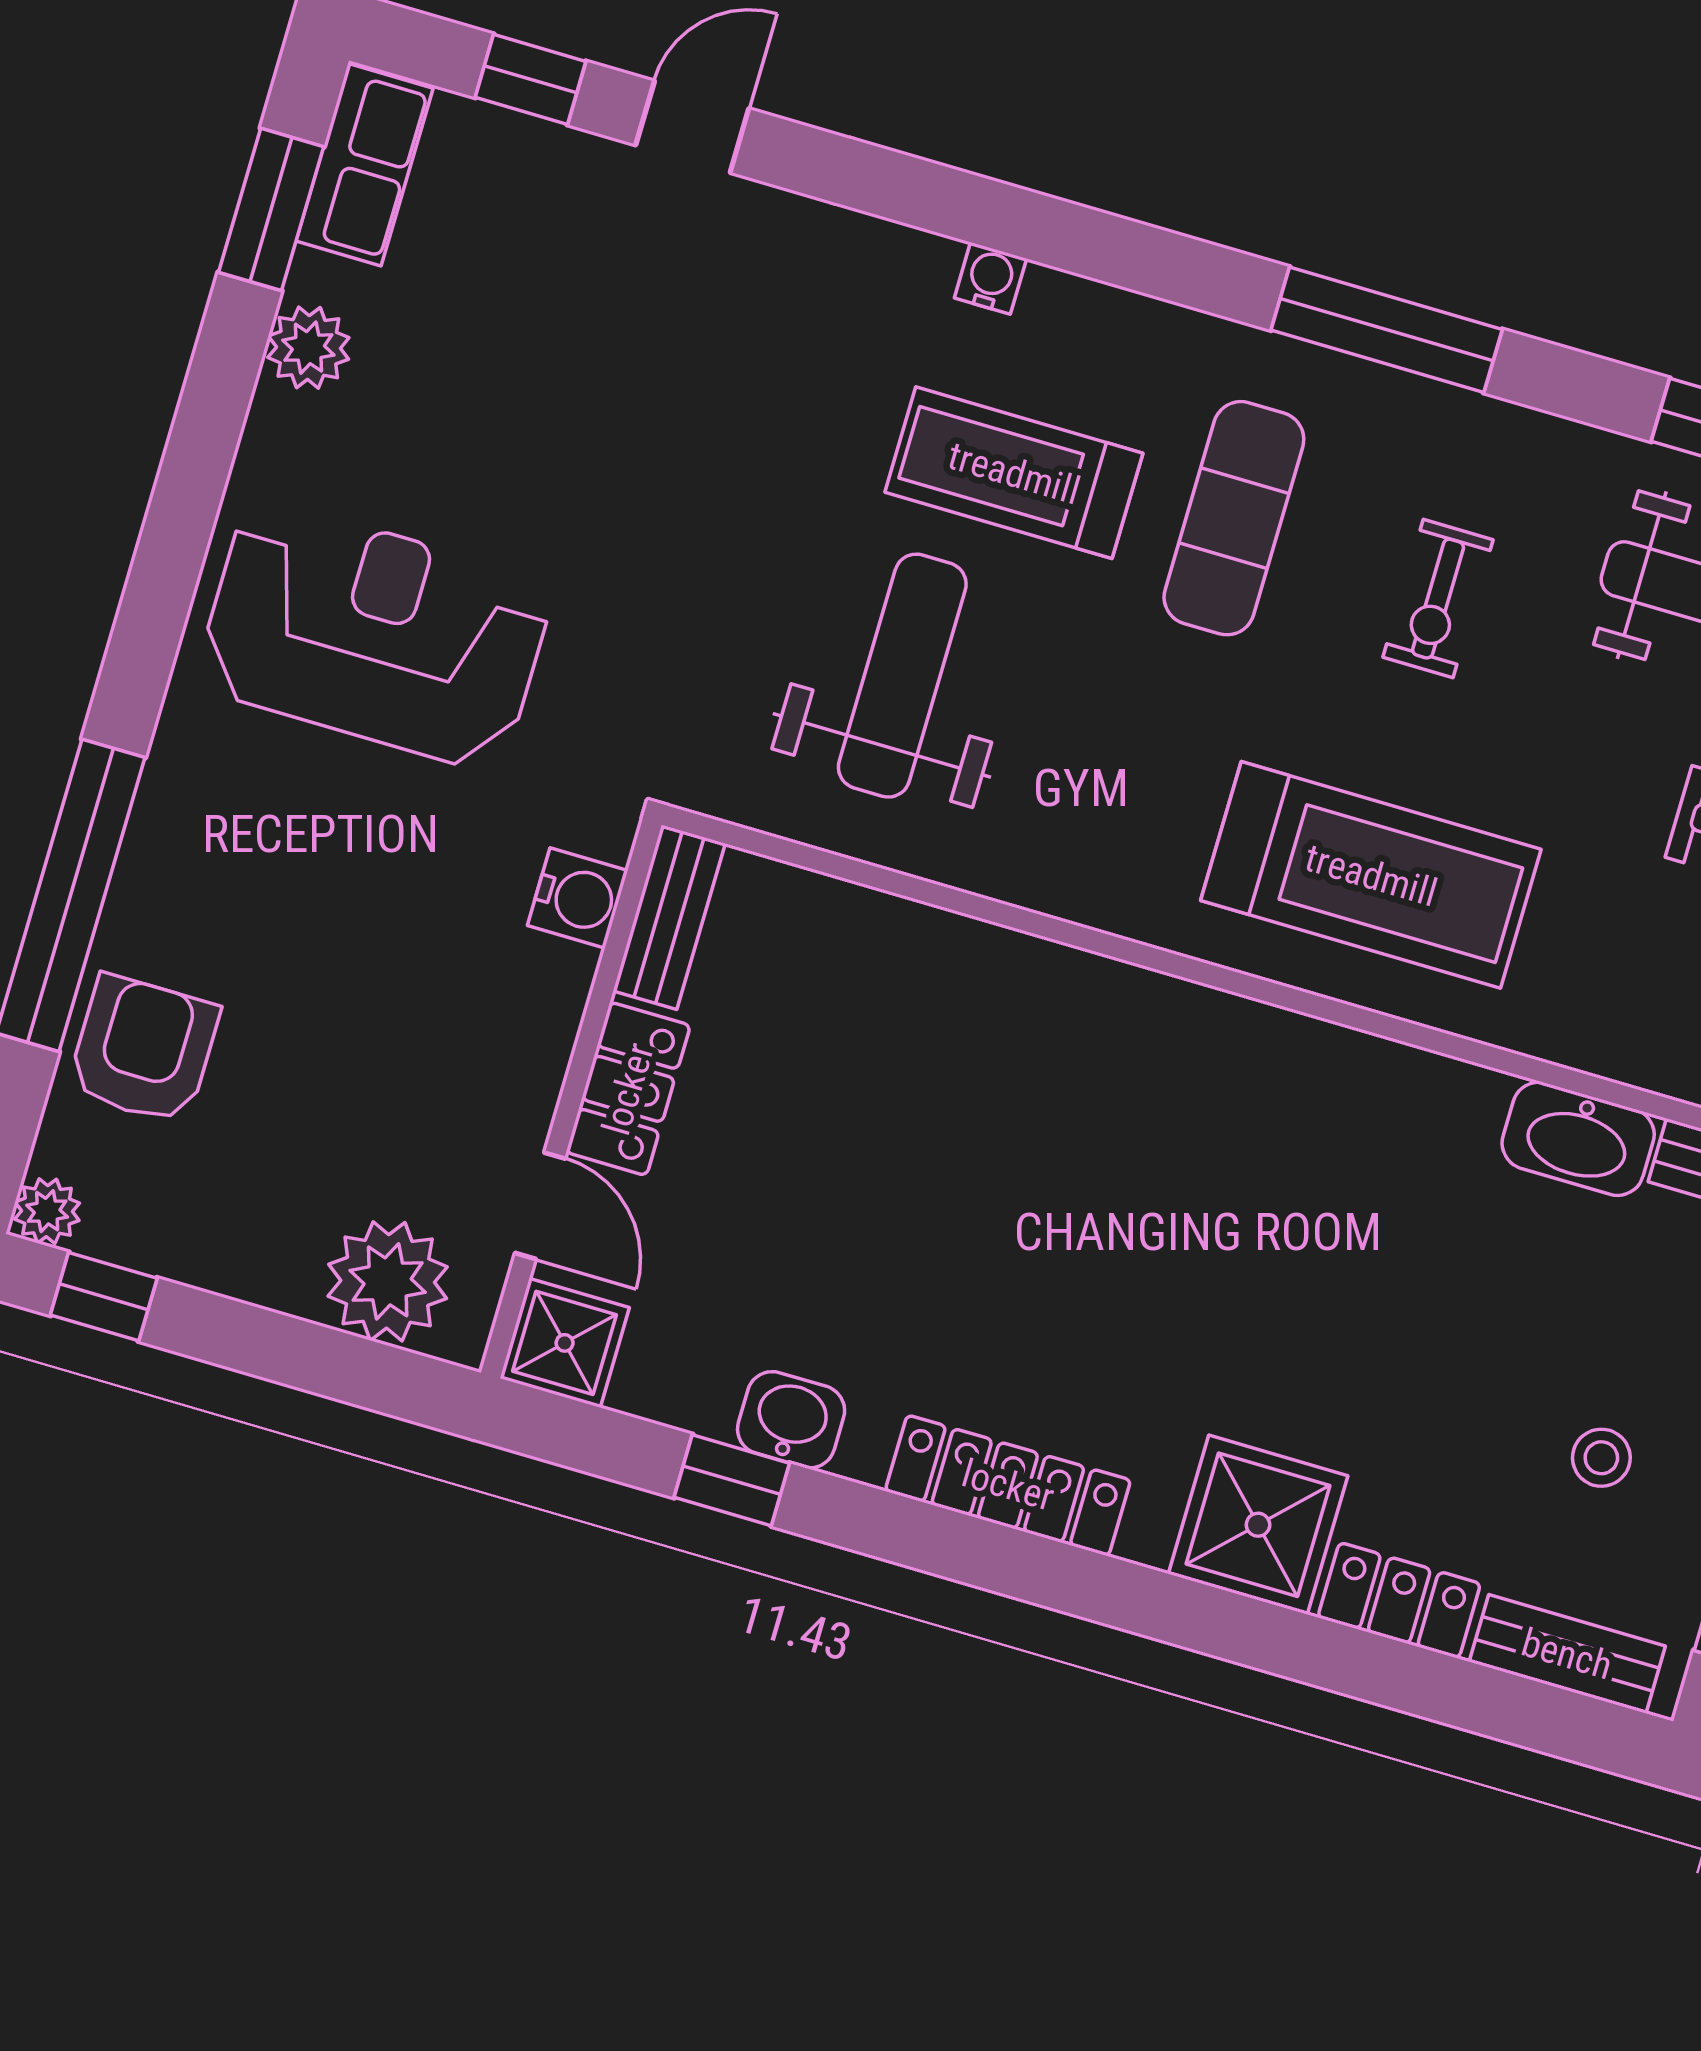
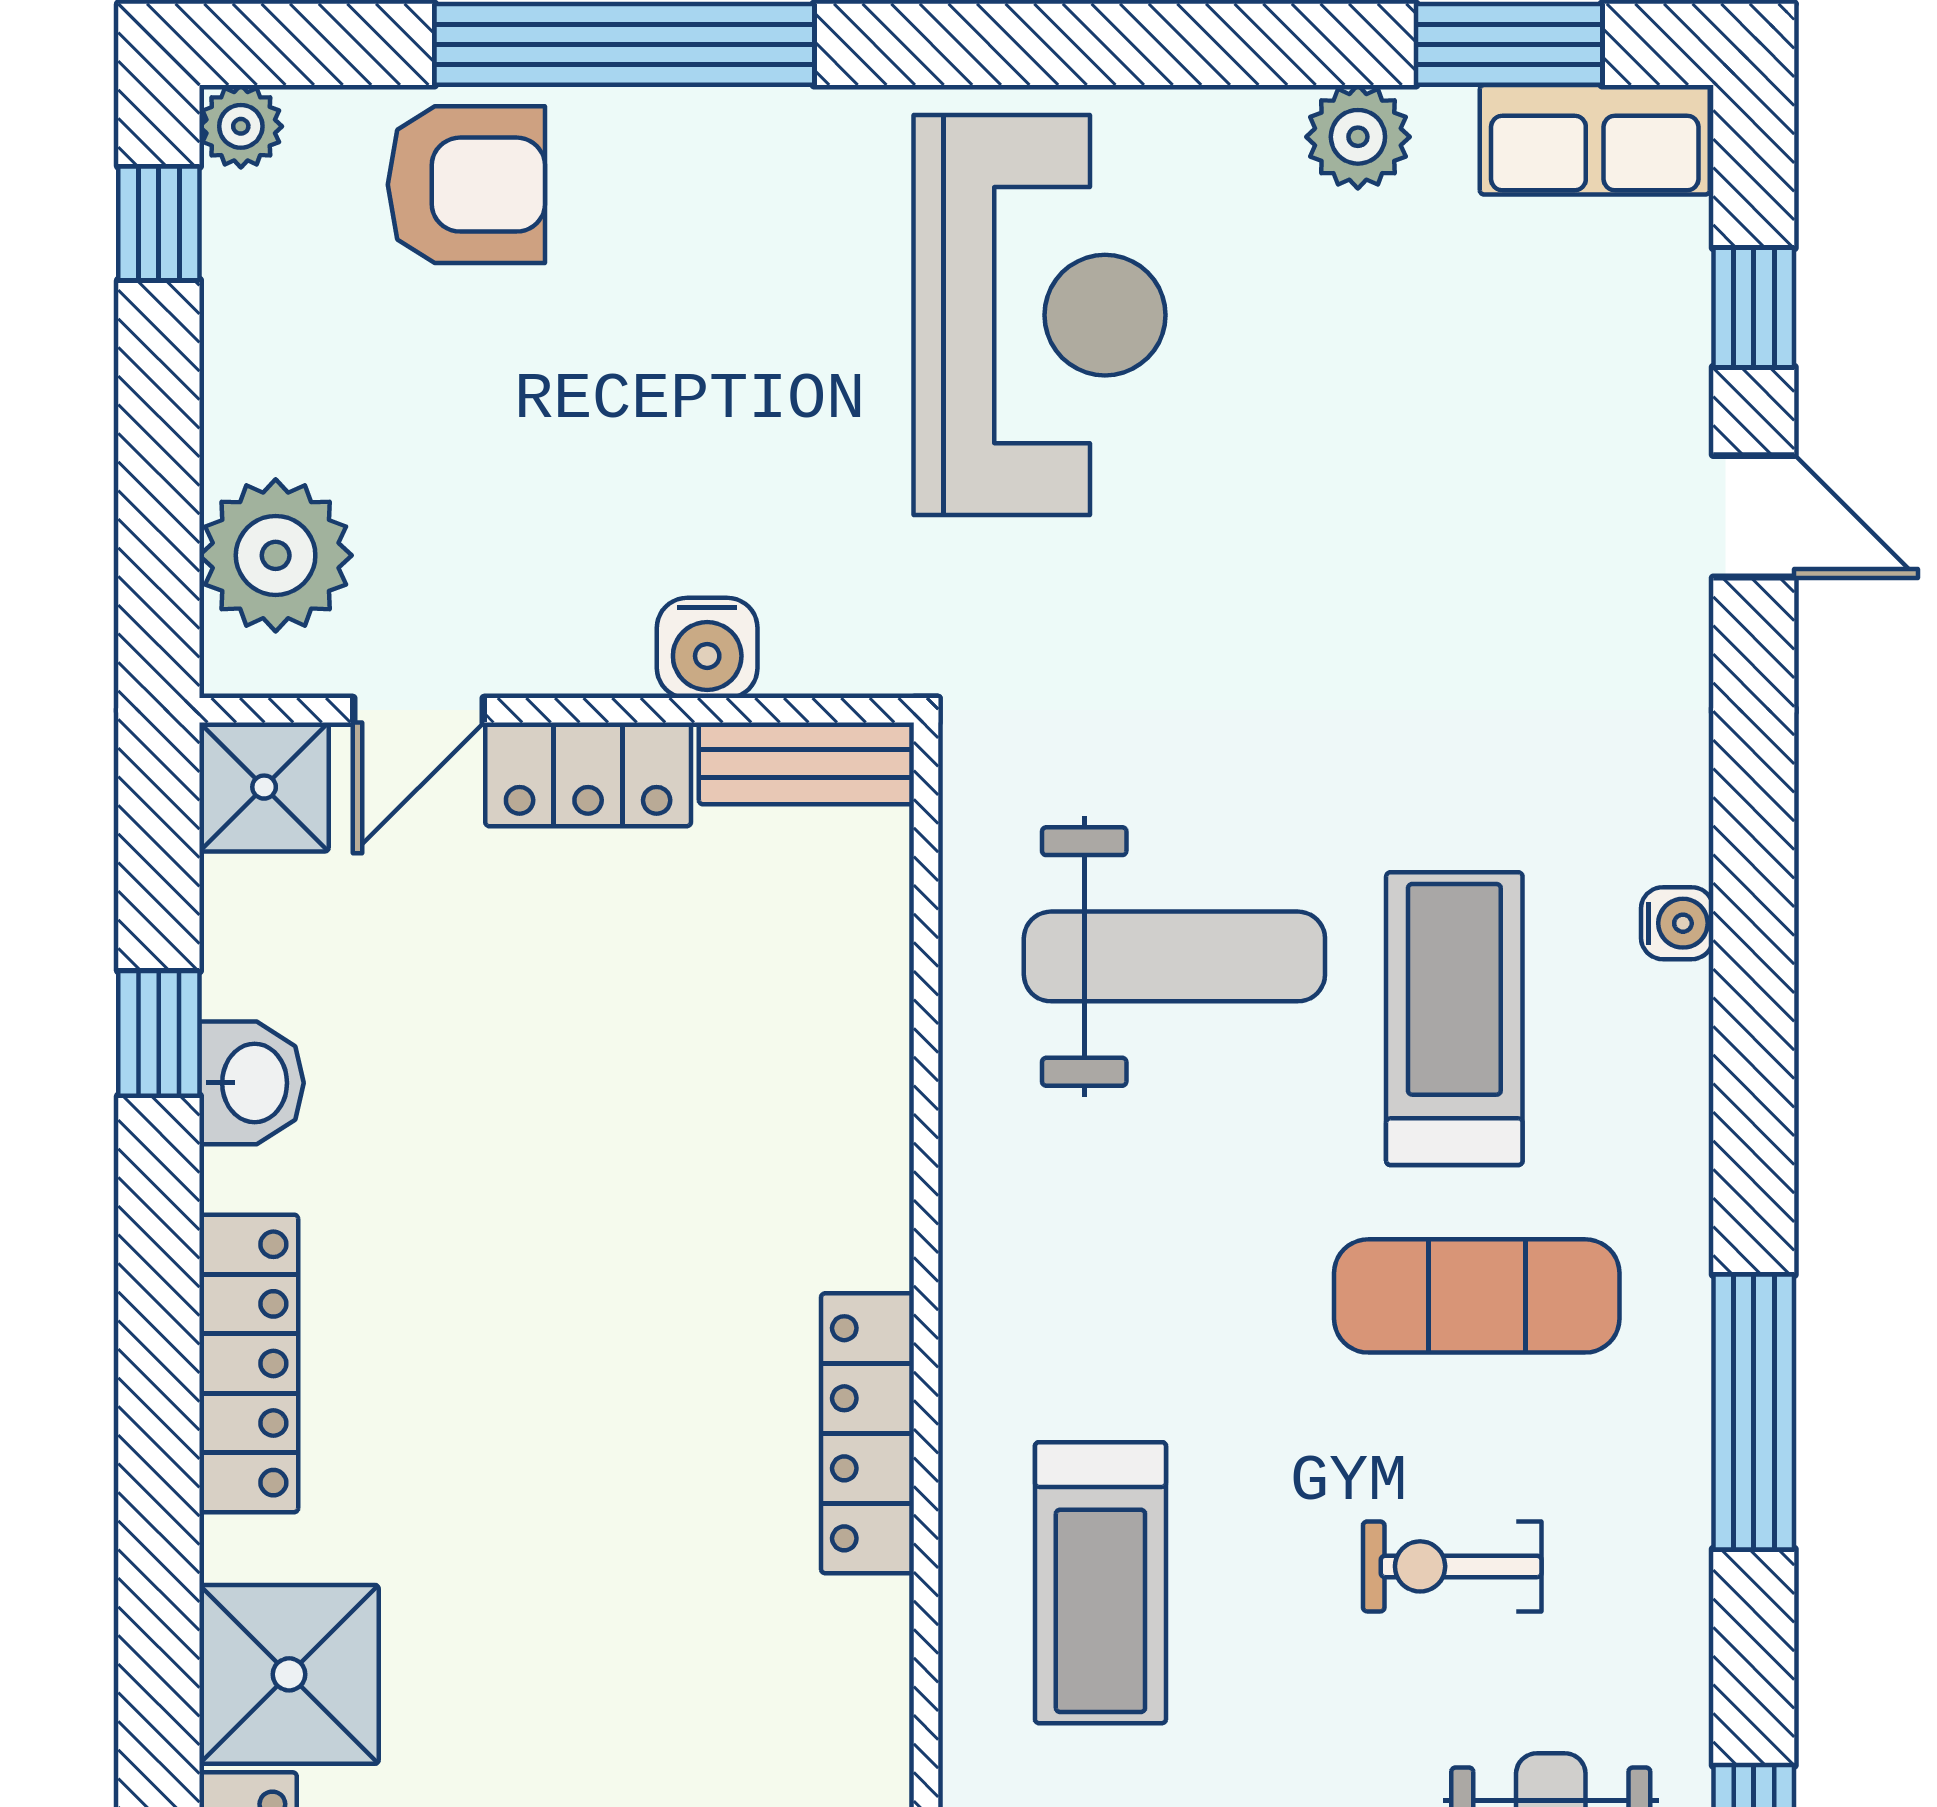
treadmill: (1371, 875) -> (1100, 1583), width x0.73, depth x0.73
water cooler: (578, 898) -> (707, 648), moved
locker: (1202, 1022) -> (867, 1433), added

